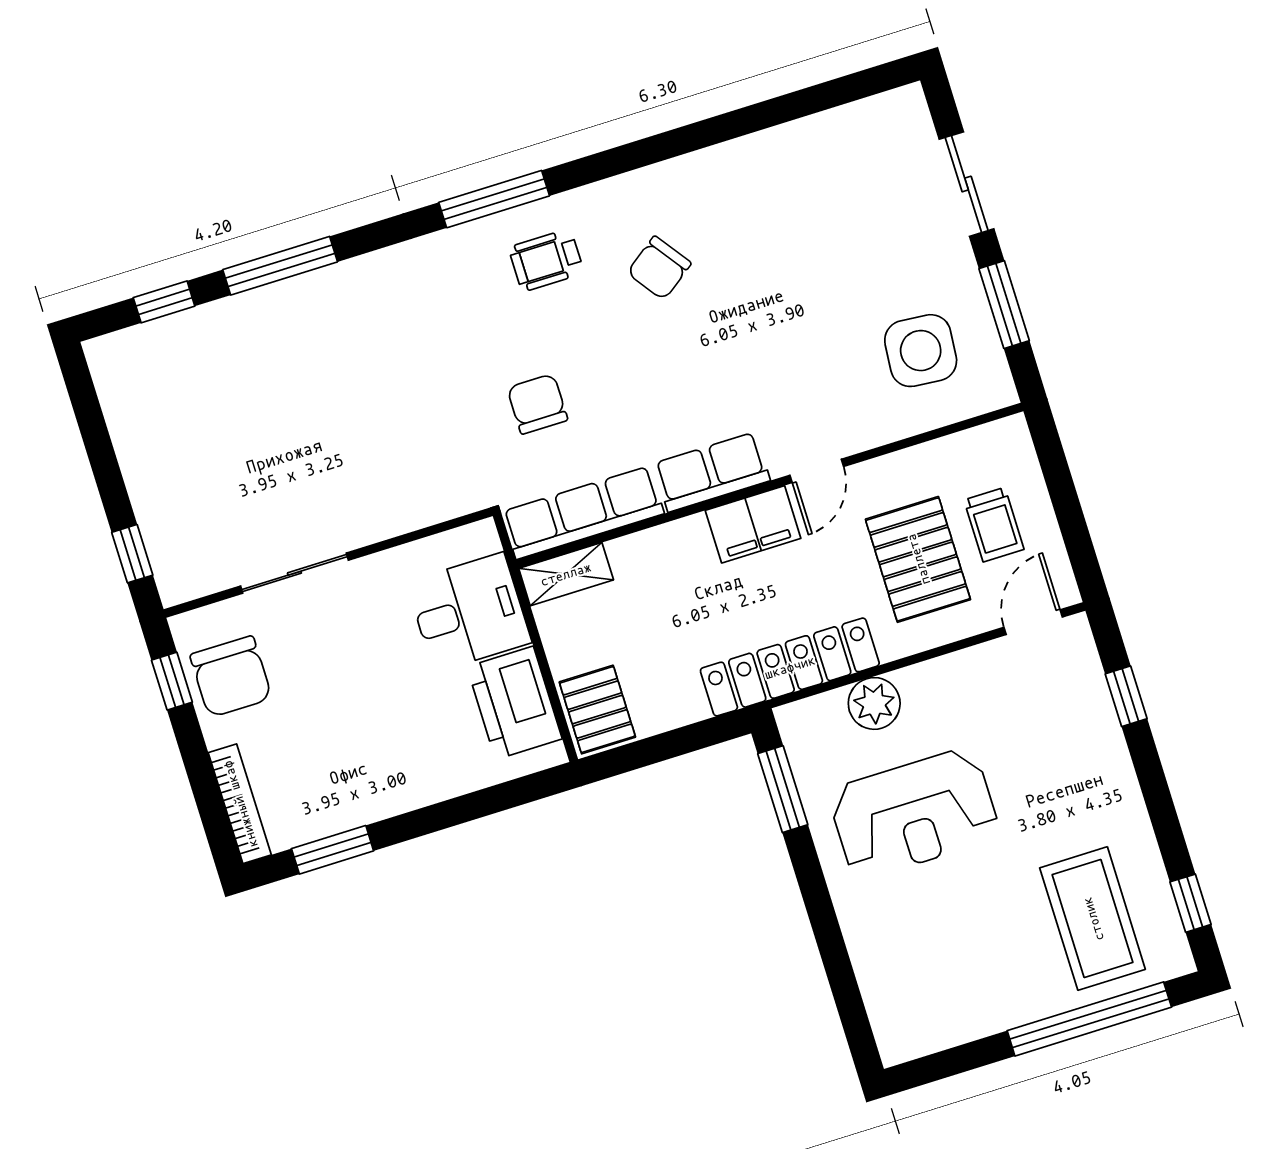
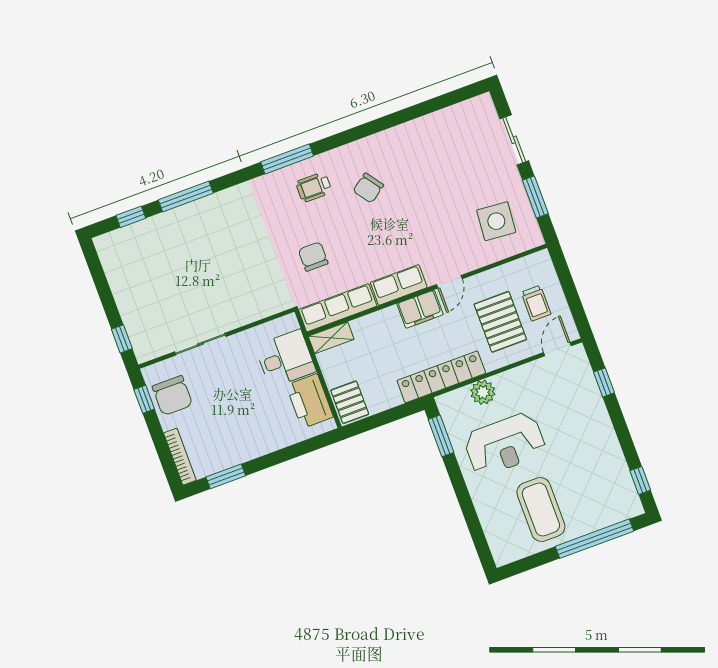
coffee table: (1093, 919) -> (541, 509), moved

